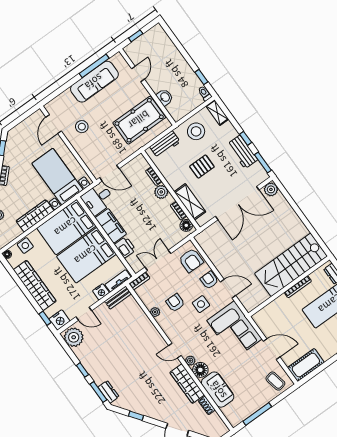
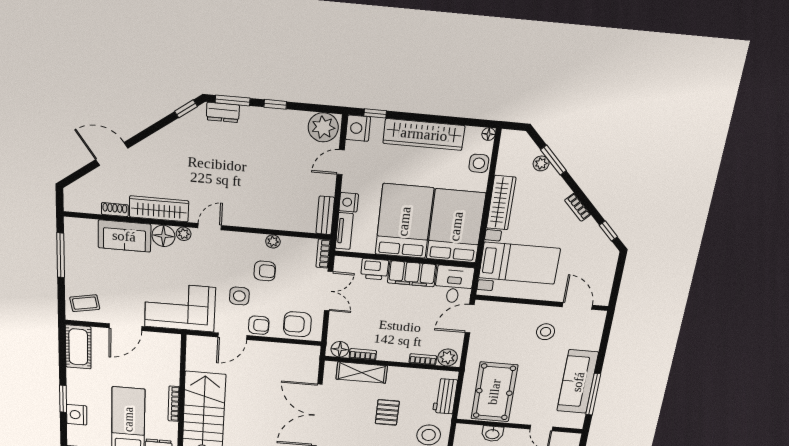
plant: (161, 192) -> (448, 357), moved
window: (136, 416) -> (186, 109), moved

